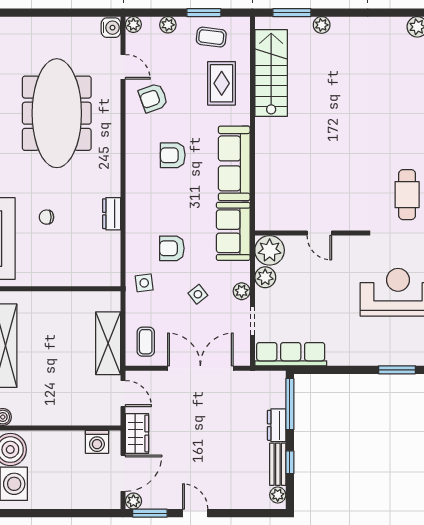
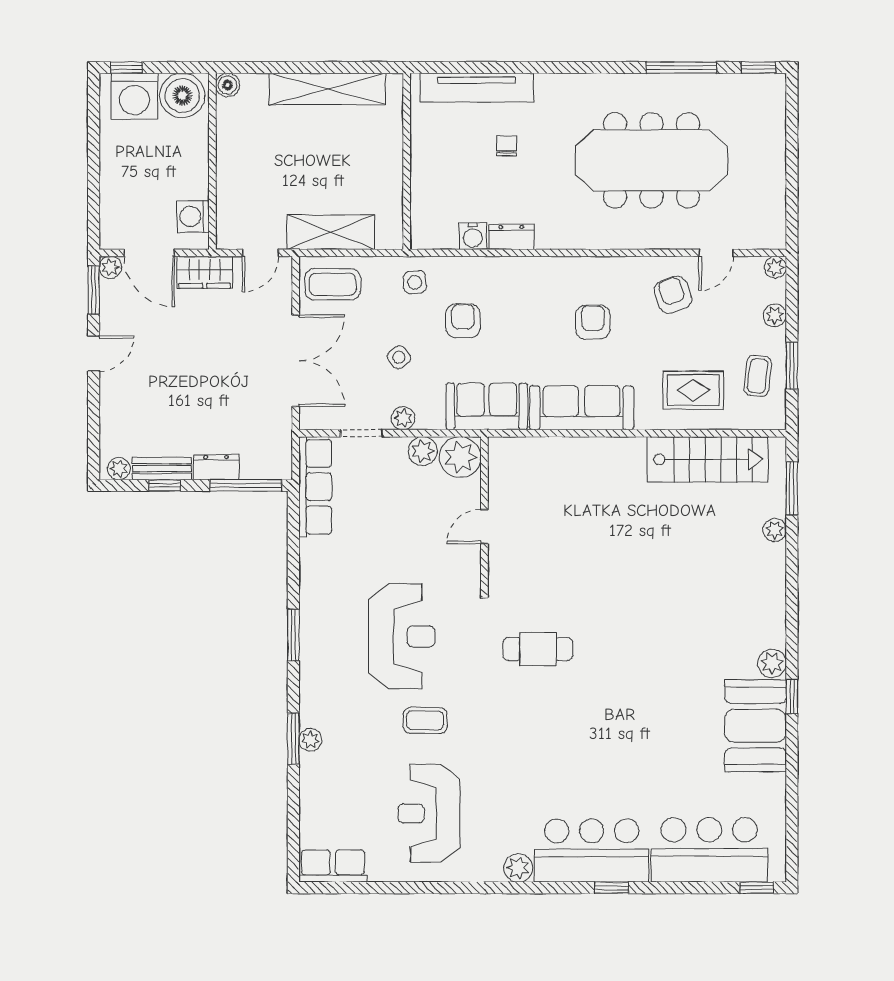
water cooler: (111, 28) -> (473, 236), moved
coffee table: (146, 342) -> (333, 284), width x1.36, depth x1.30

